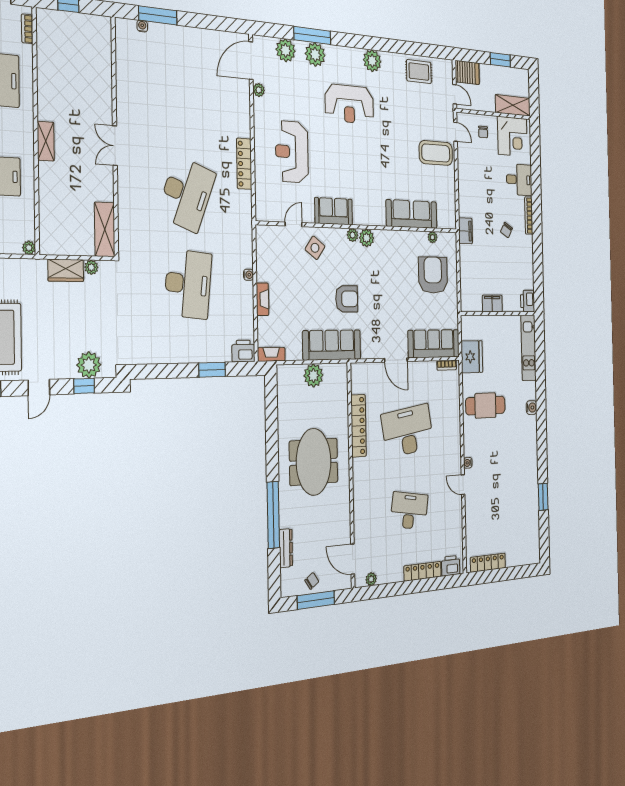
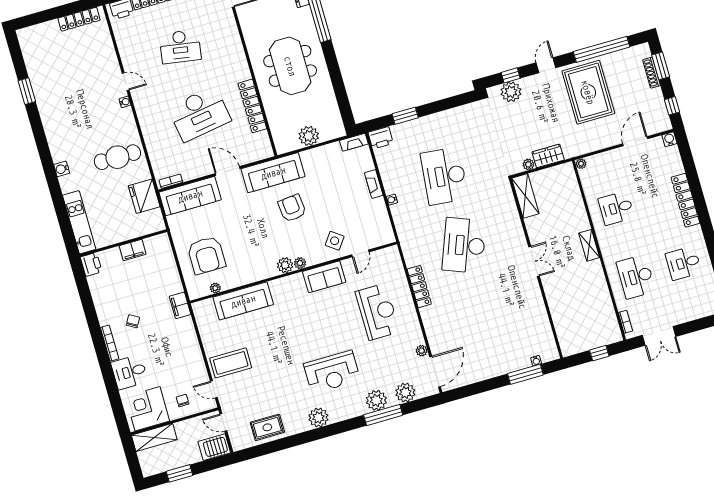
reception desk: (349, 104) -> (332, 372), turned 180
armchair: (347, 299) -> (292, 208), turned 84
sofa: (332, 345) -> (273, 173), moved

